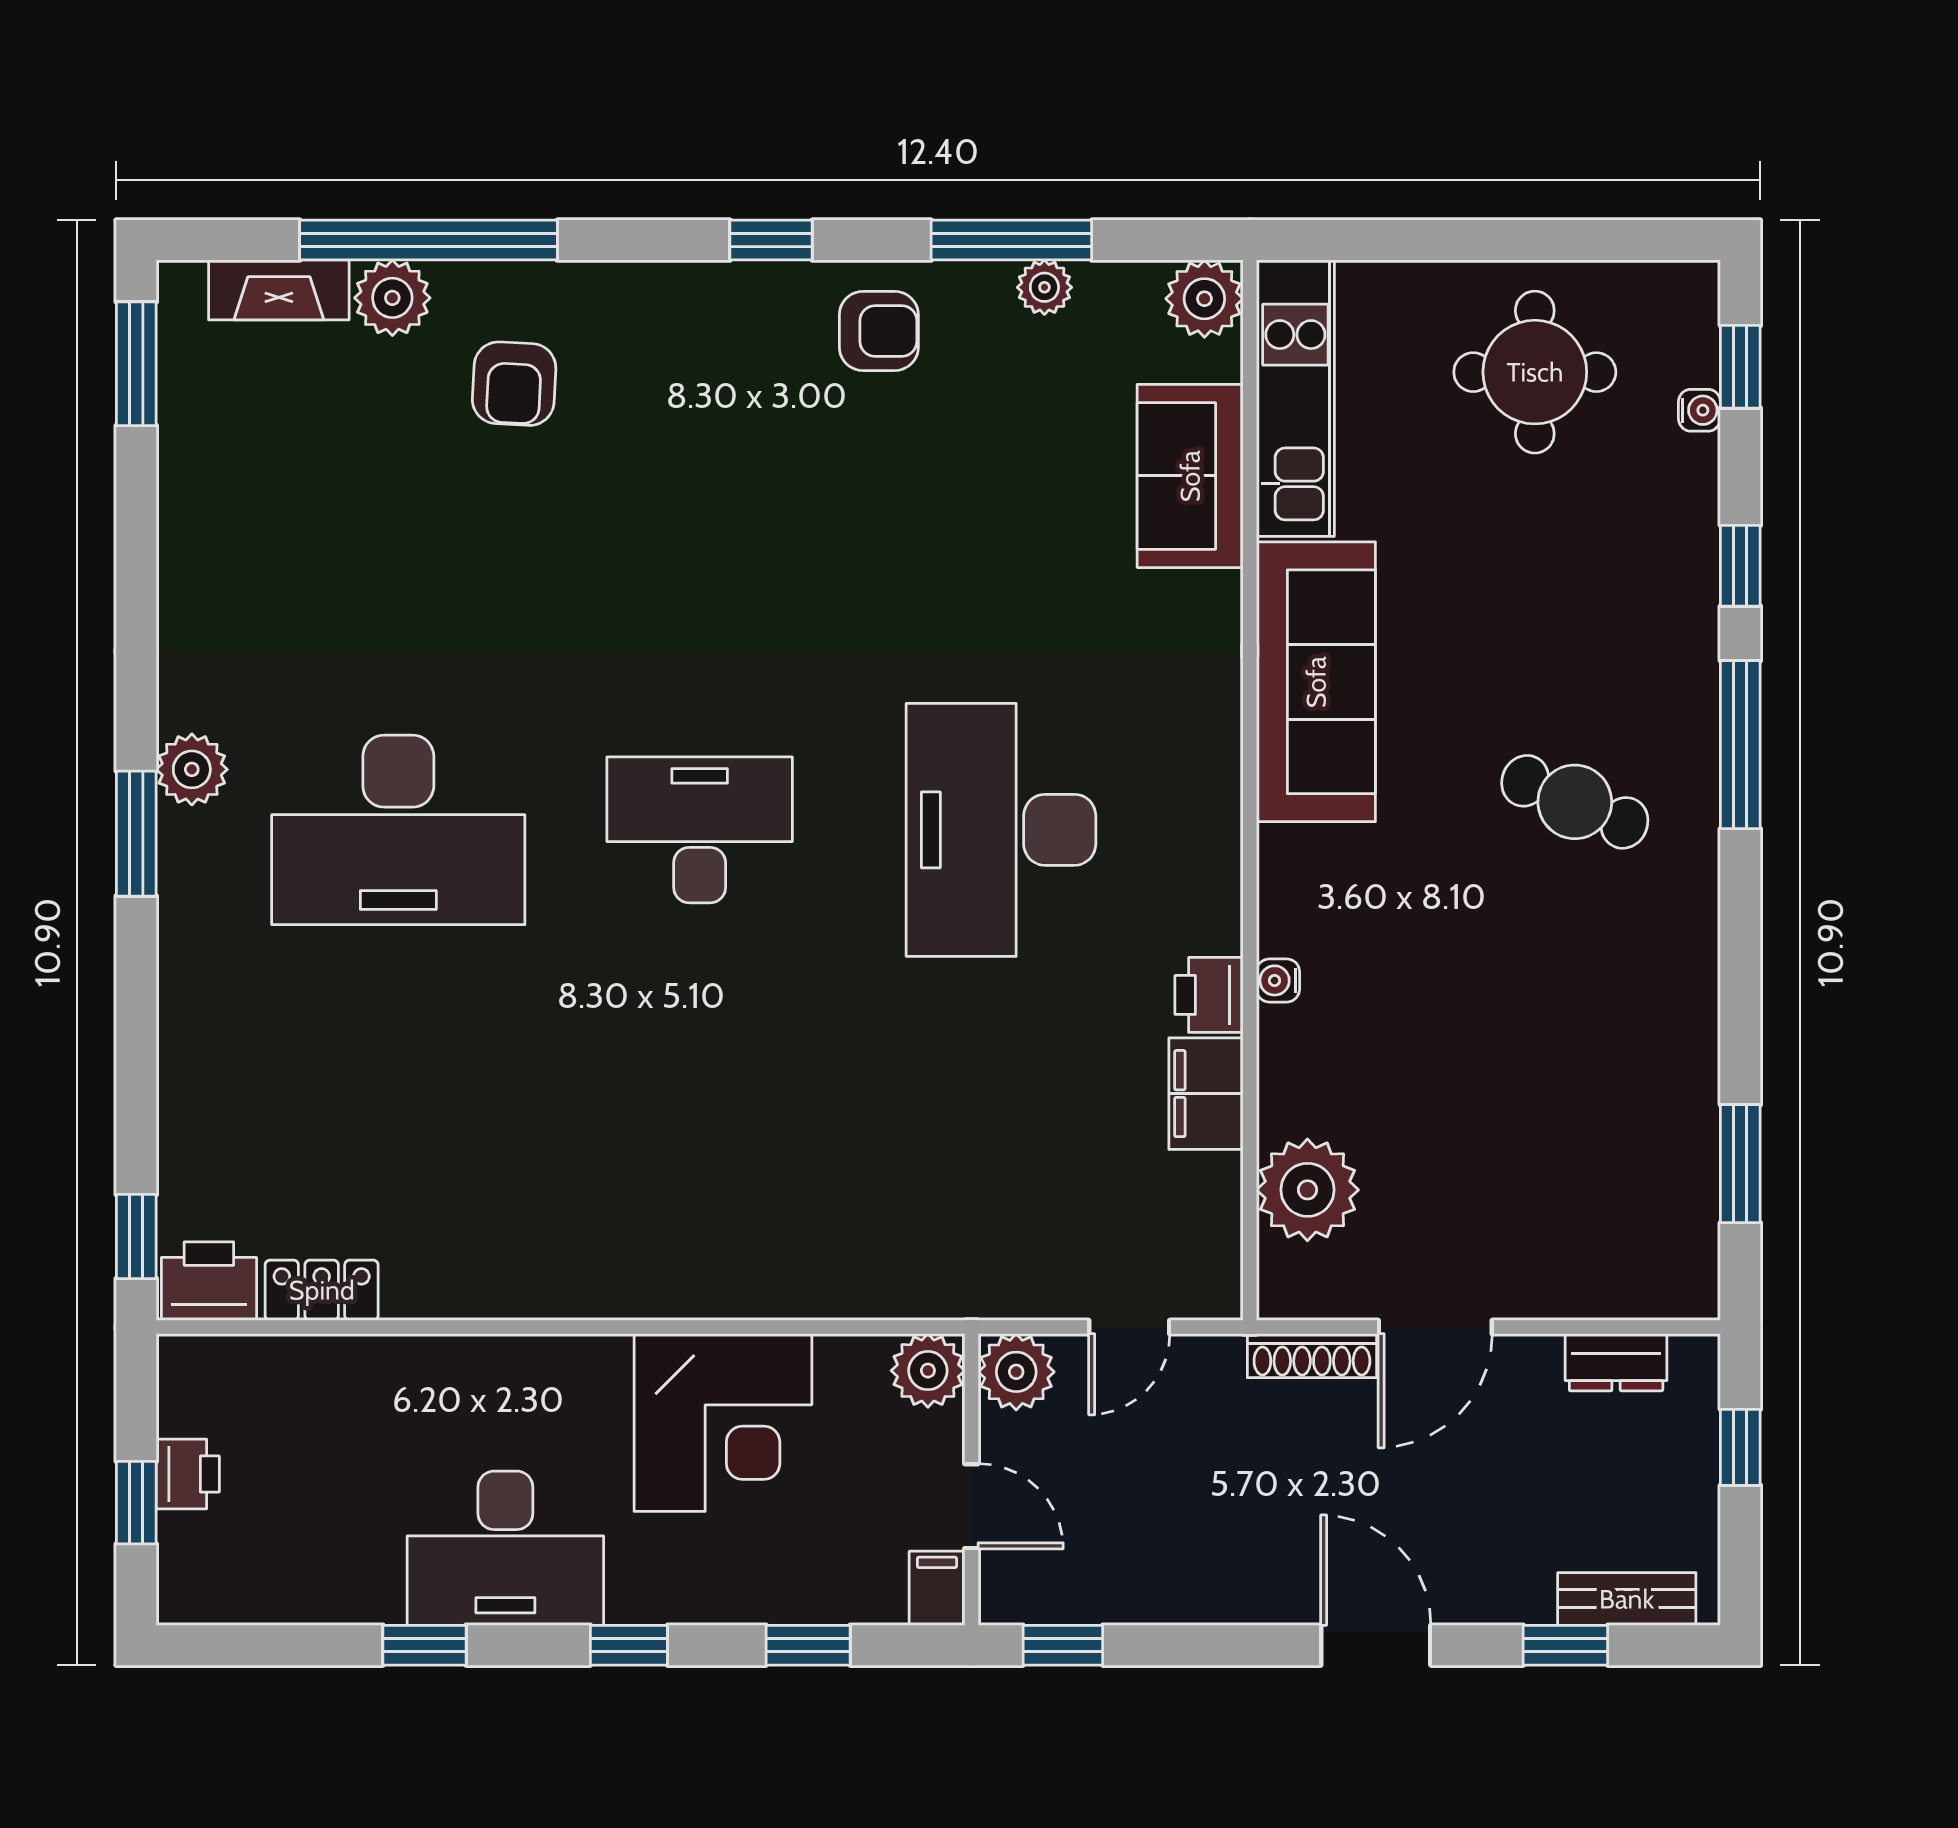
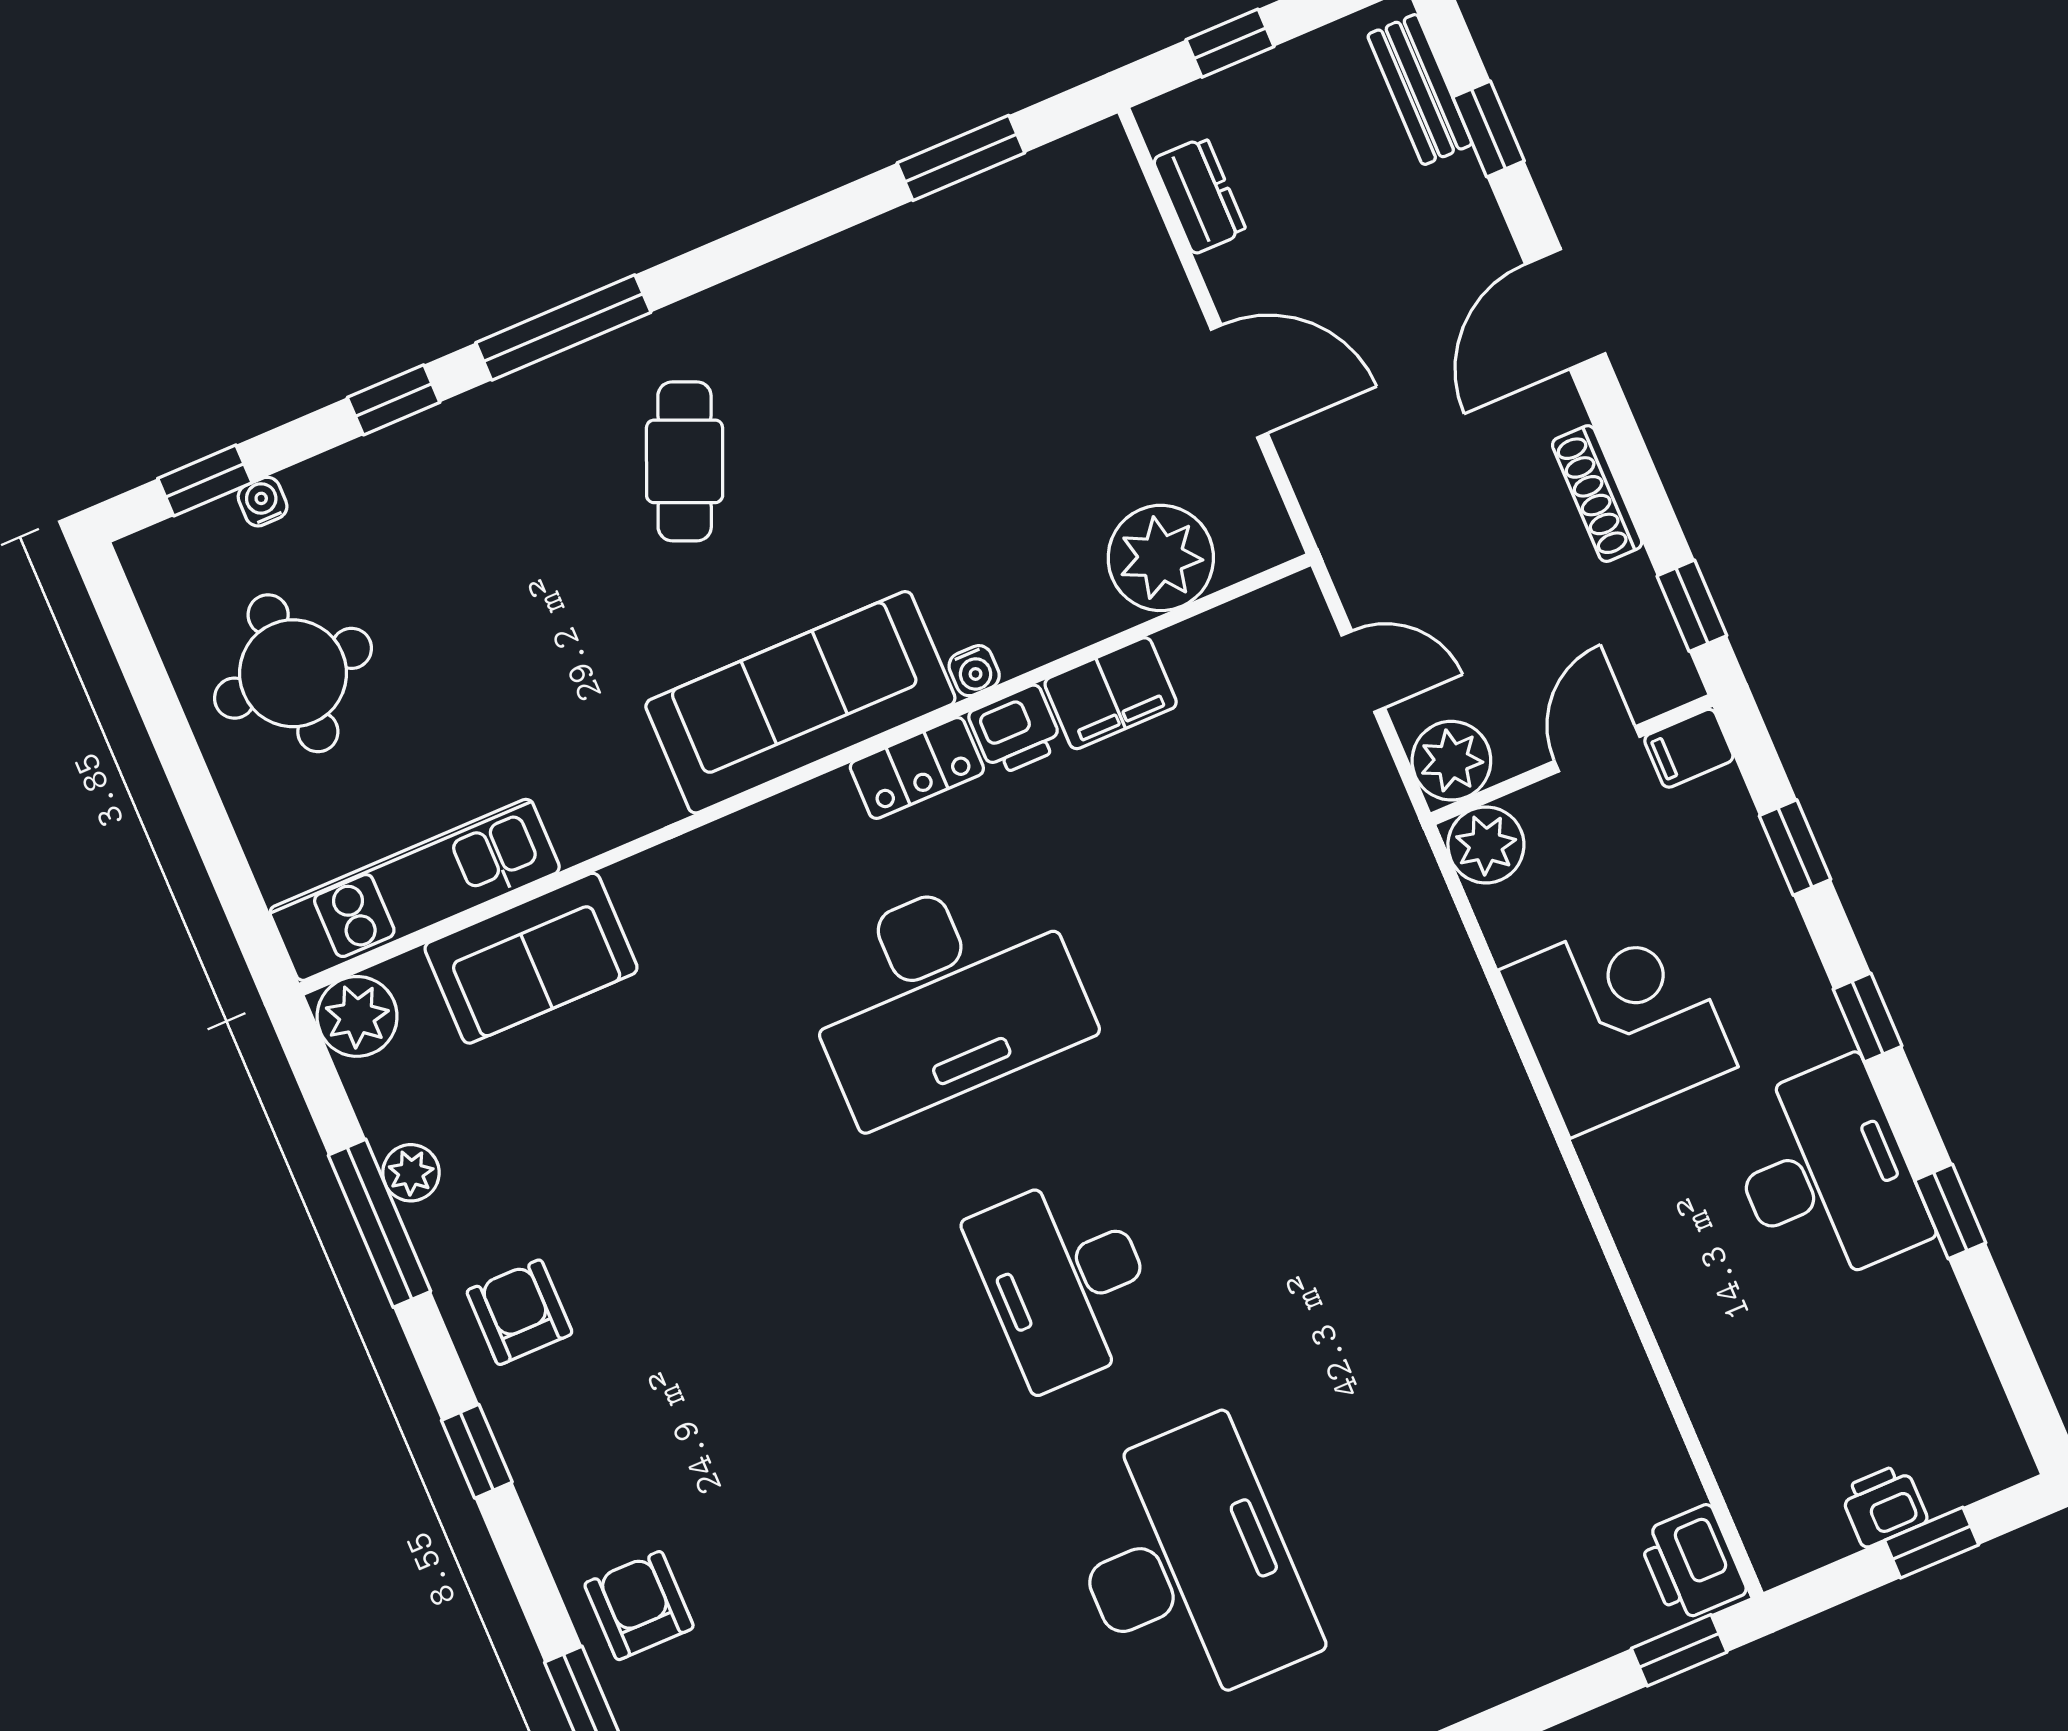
armchair: (514, 384) -> (639, 1606), moved, turned -93
sofa: (1316, 682) -> (800, 702), moved
locker: (322, 1290) -> (917, 768), moved, turned -90
shoe rack: (1312, 1356) -> (1597, 494), moved, turned 180

